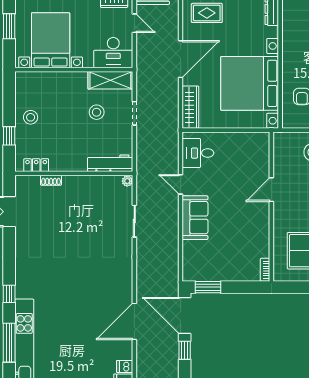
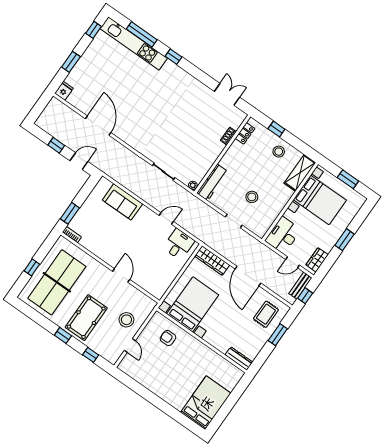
shelving: (110, 80) -> (300, 173), moved
bed with nightstands: (250, 83) -> (193, 304), width x0.73
sofa: (195, 218) -> (122, 202), moved
window: (208, 287) -> (70, 213), moved
door: (185, 316) -> (79, 161), width x0.53
dishwasher: (125, 367) -> (73, 99), removed

